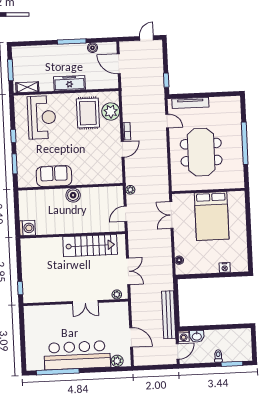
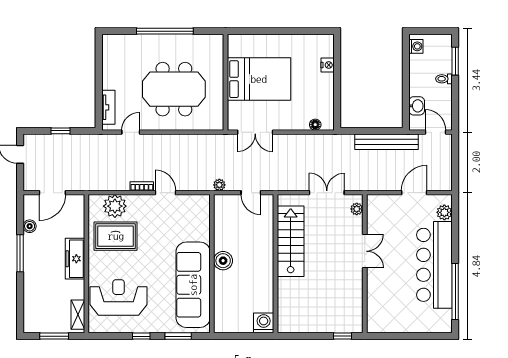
window: (166, 80) -> (60, 131), moved
tv unit: (190, 103) -> (108, 107), width x0.71
sofa: (54, 176) -> (193, 285), width x1.85, depth x1.27
washing machine: (184, 336) -> (416, 46), moved

